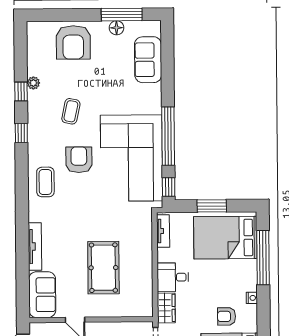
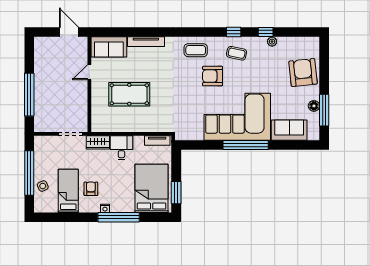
armchair: (73, 42) -> (303, 73), turned 84
coffee table: (71, 111) -> (237, 53), moved
window: (168, 136) -> (246, 145), moved
corner sofa: (132, 158) -> (237, 117), moved
armchair: (79, 160) -> (213, 76), turned 180
window: (169, 187) -> (191, 145), removed
window: (212, 206) -> (176, 193), moved
window: (263, 258) -> (119, 217), moved

